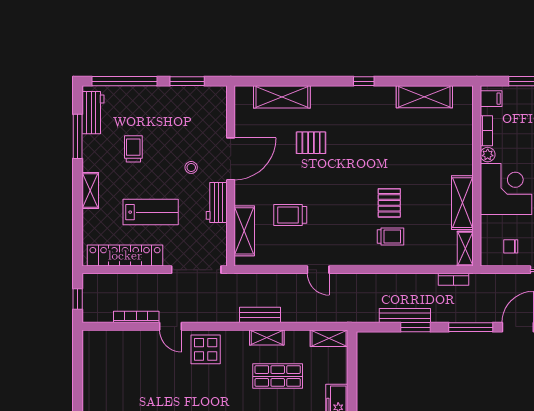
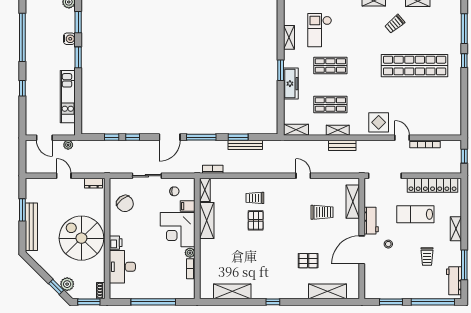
filing cabinet: (491, 99) -> (188, 206), moved

